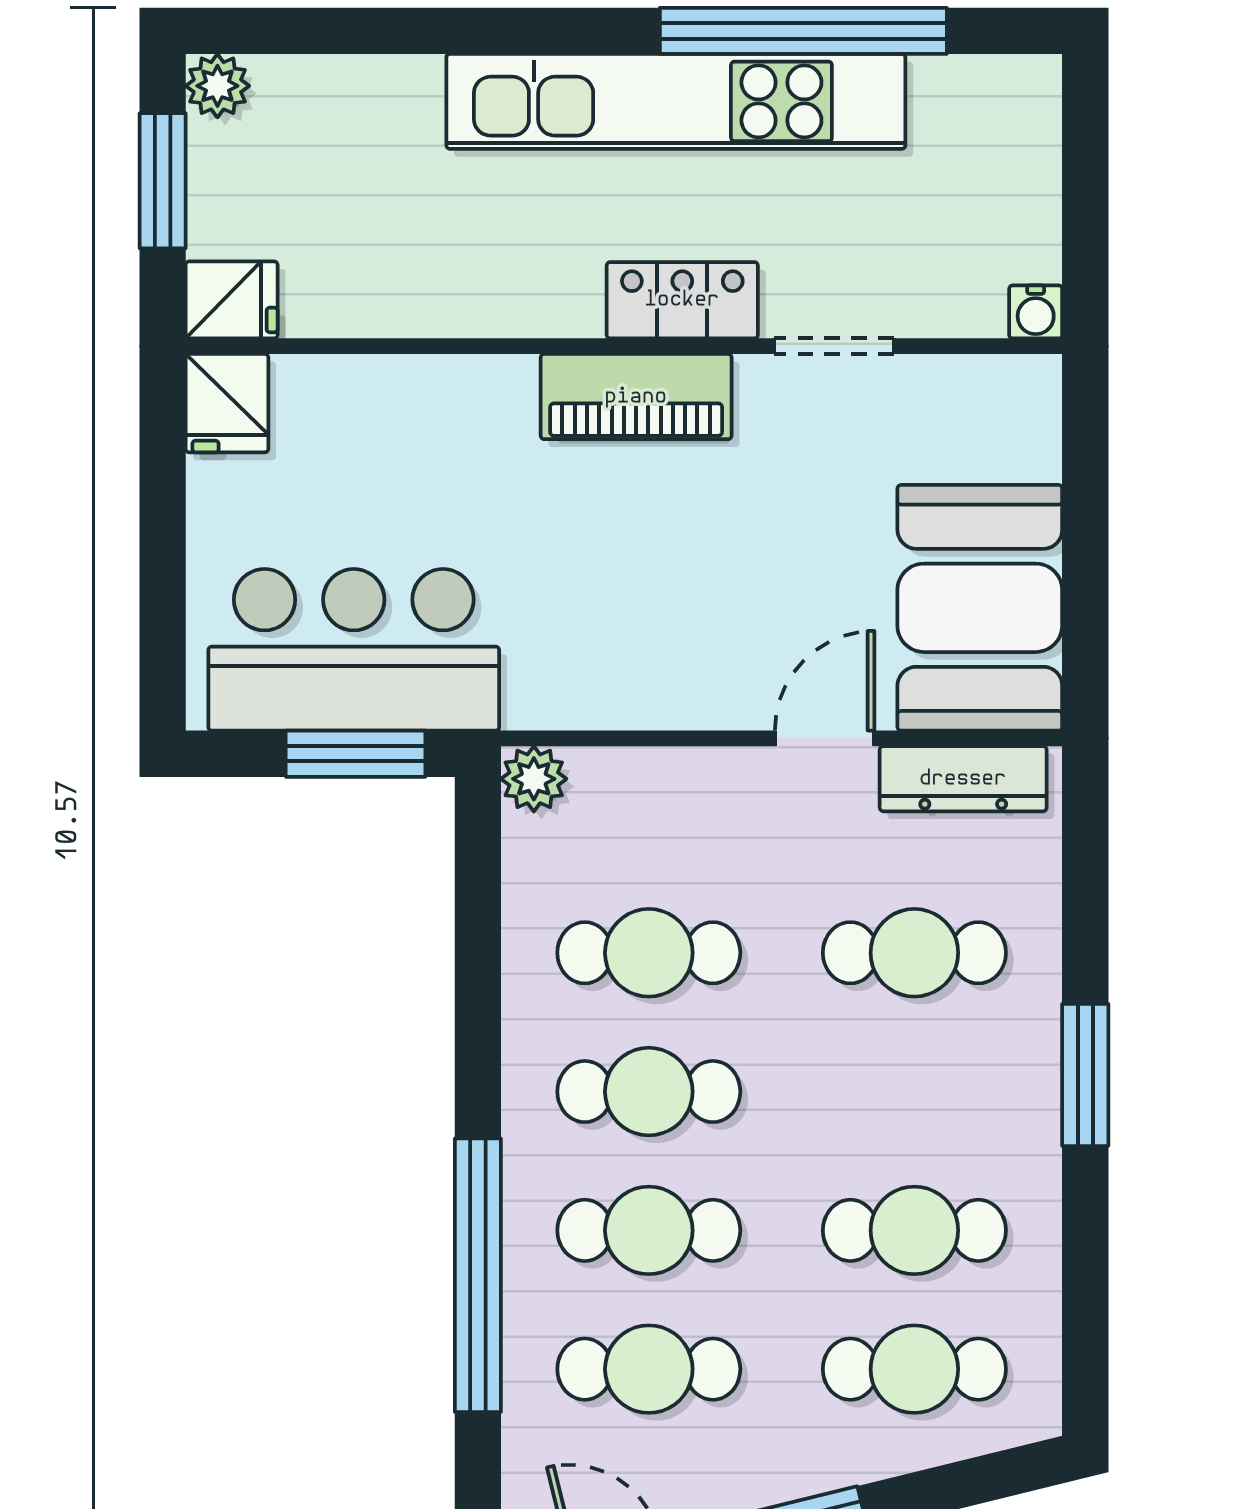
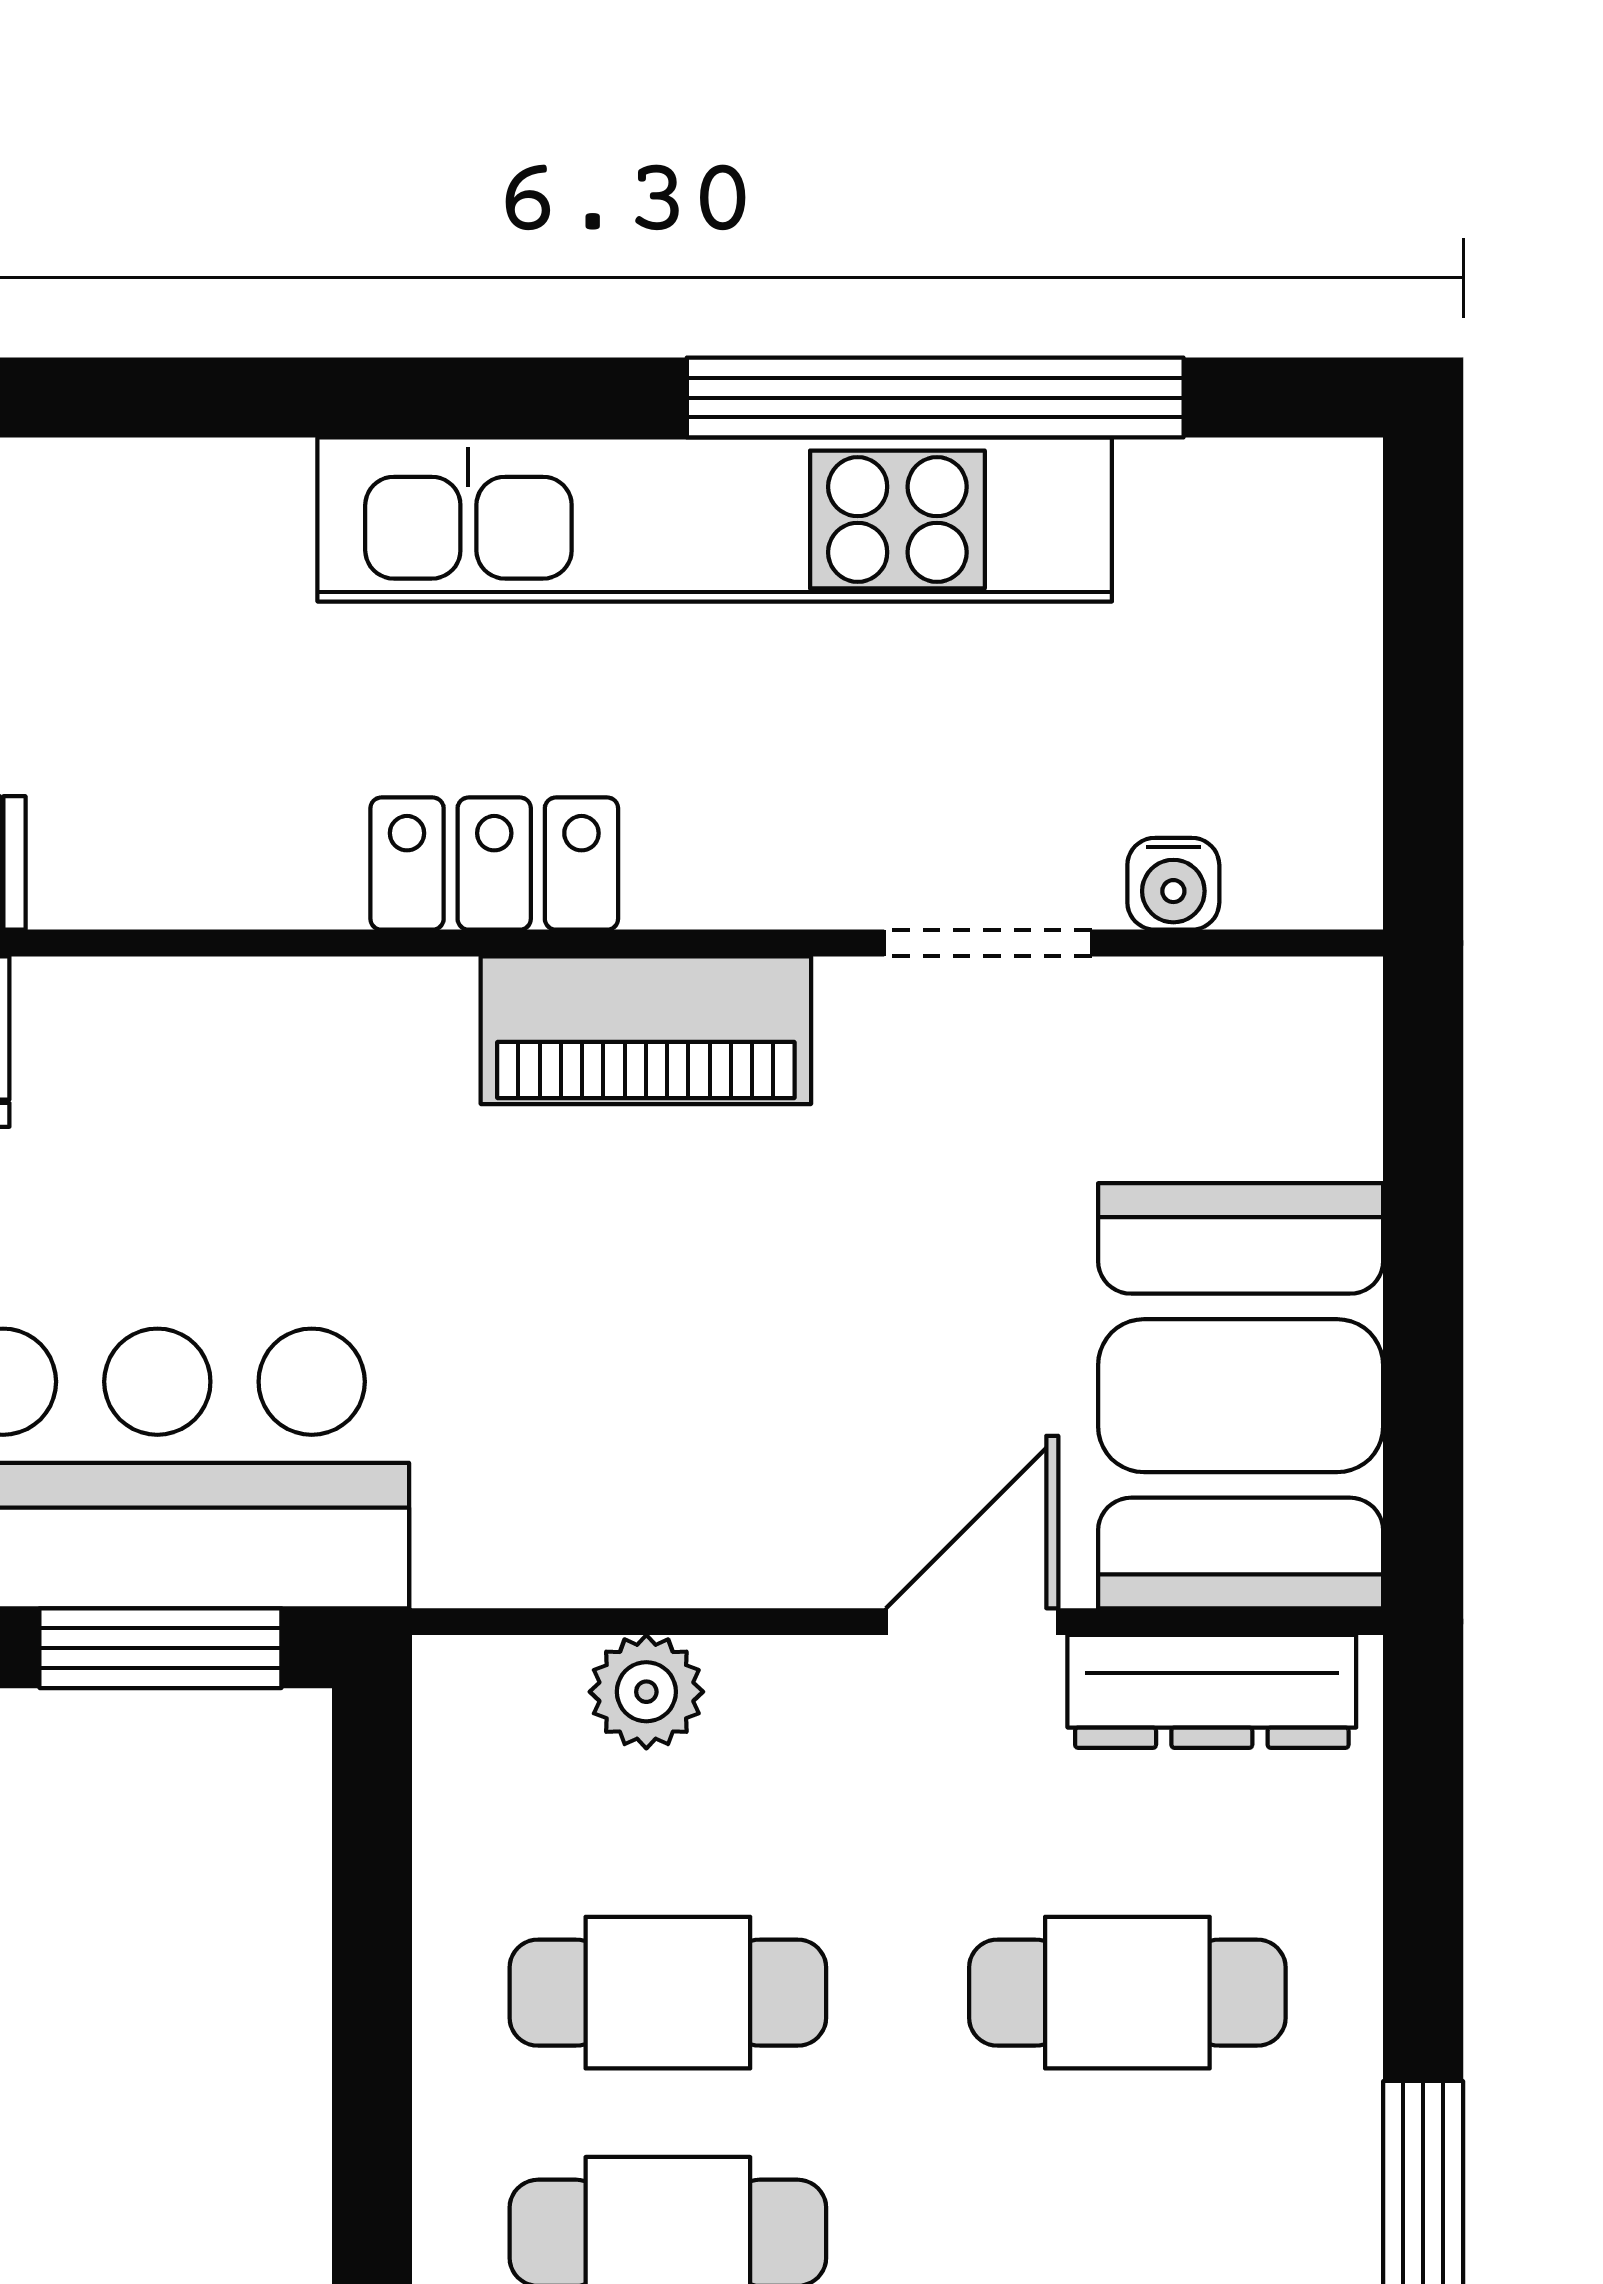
locker: (682, 300) -> (494, 864), moved
water cooler: (1036, 312) -> (1173, 884), moved
plant: (534, 779) -> (646, 1692), moved

